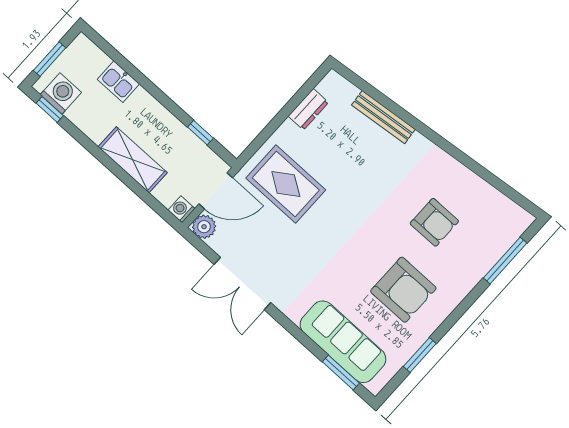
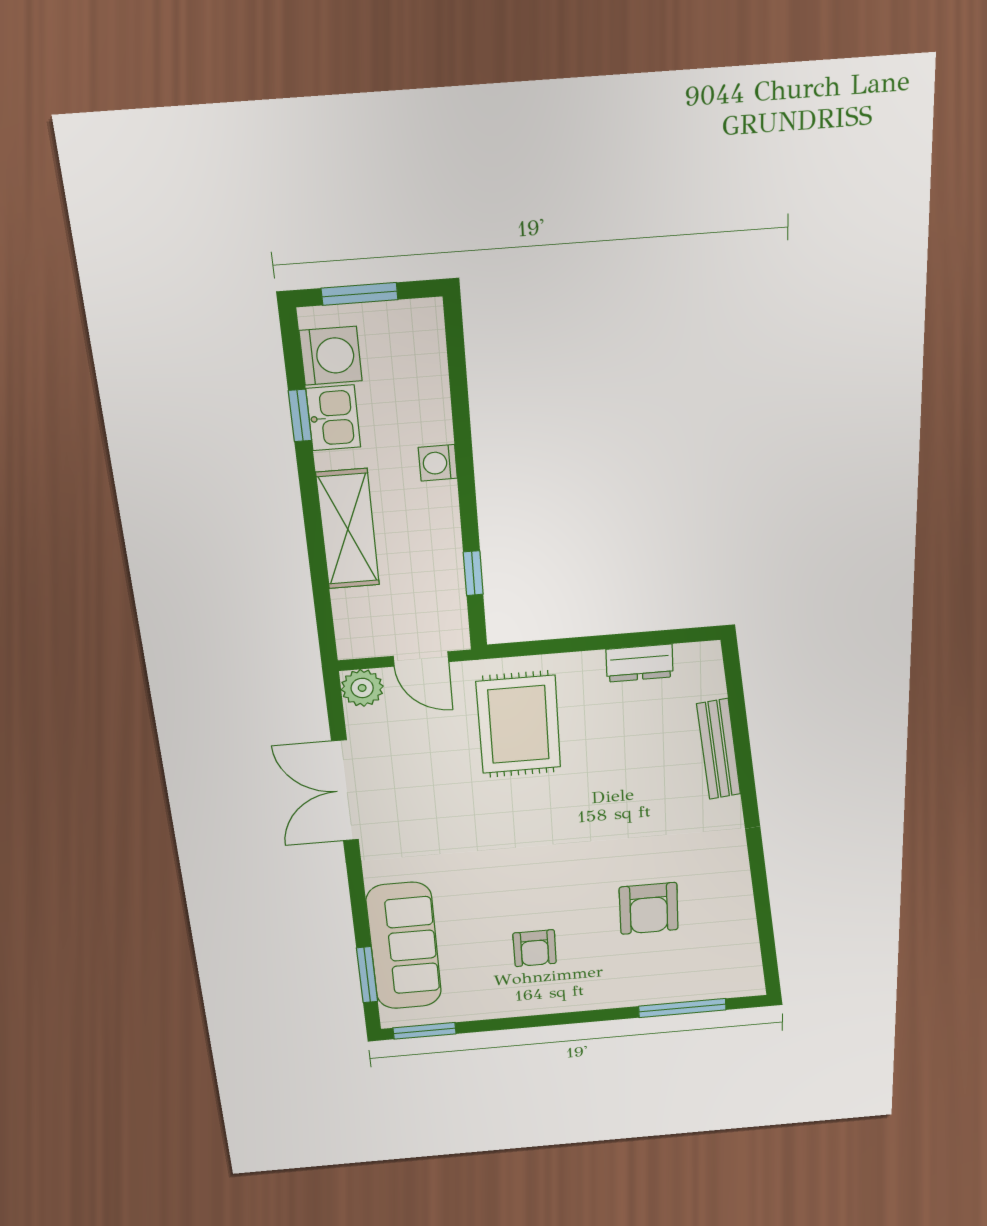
kitchen sink: (118, 82) -> (333, 418), moved, turned 180
window: (50, 109) -> (300, 416), moved
door: (216, 191) -> (421, 659), width x0.73
washing machine: (181, 209) -> (438, 463), moved, turned -90
armchair: (403, 290) -> (535, 948), width x0.53, depth x0.53
window: (420, 355) -> (425, 1031), moved

